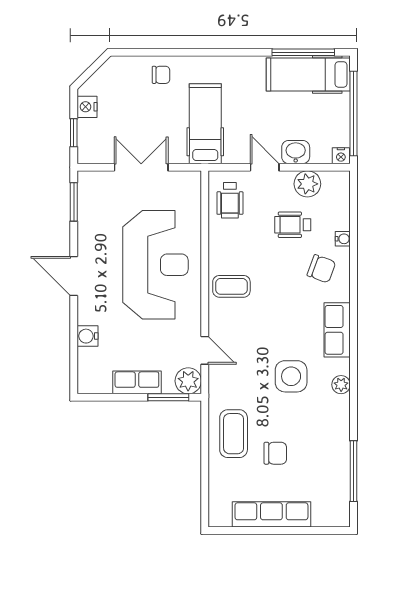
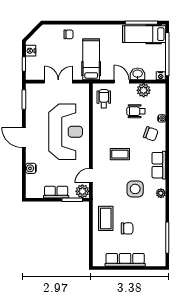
wheelchair: (230, 200) -> (104, 99), turned 180
coffee table: (231, 286) -> (120, 154), moved
door: (205, 350) -> (91, 176), swing flipped

